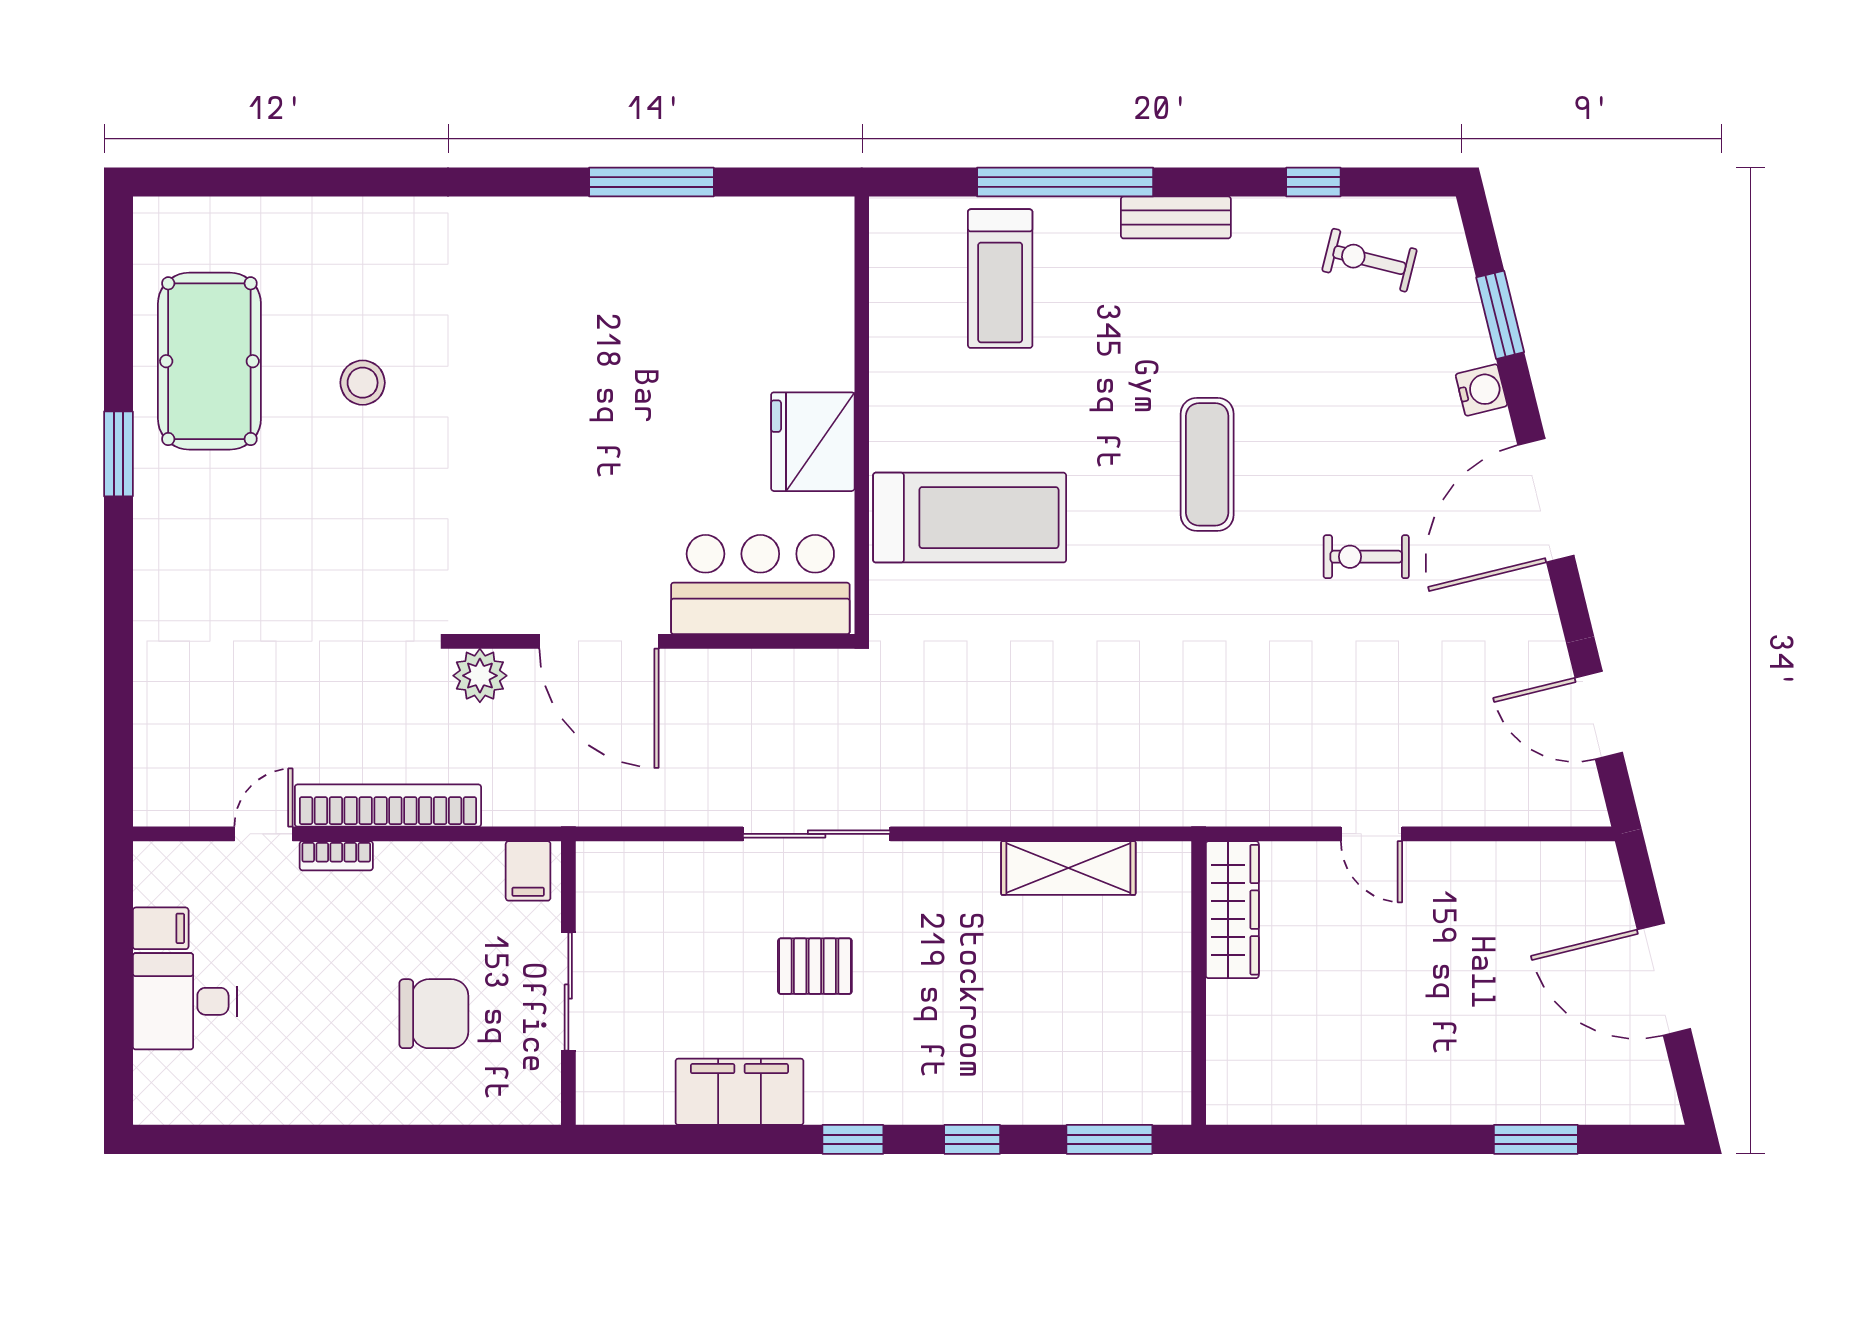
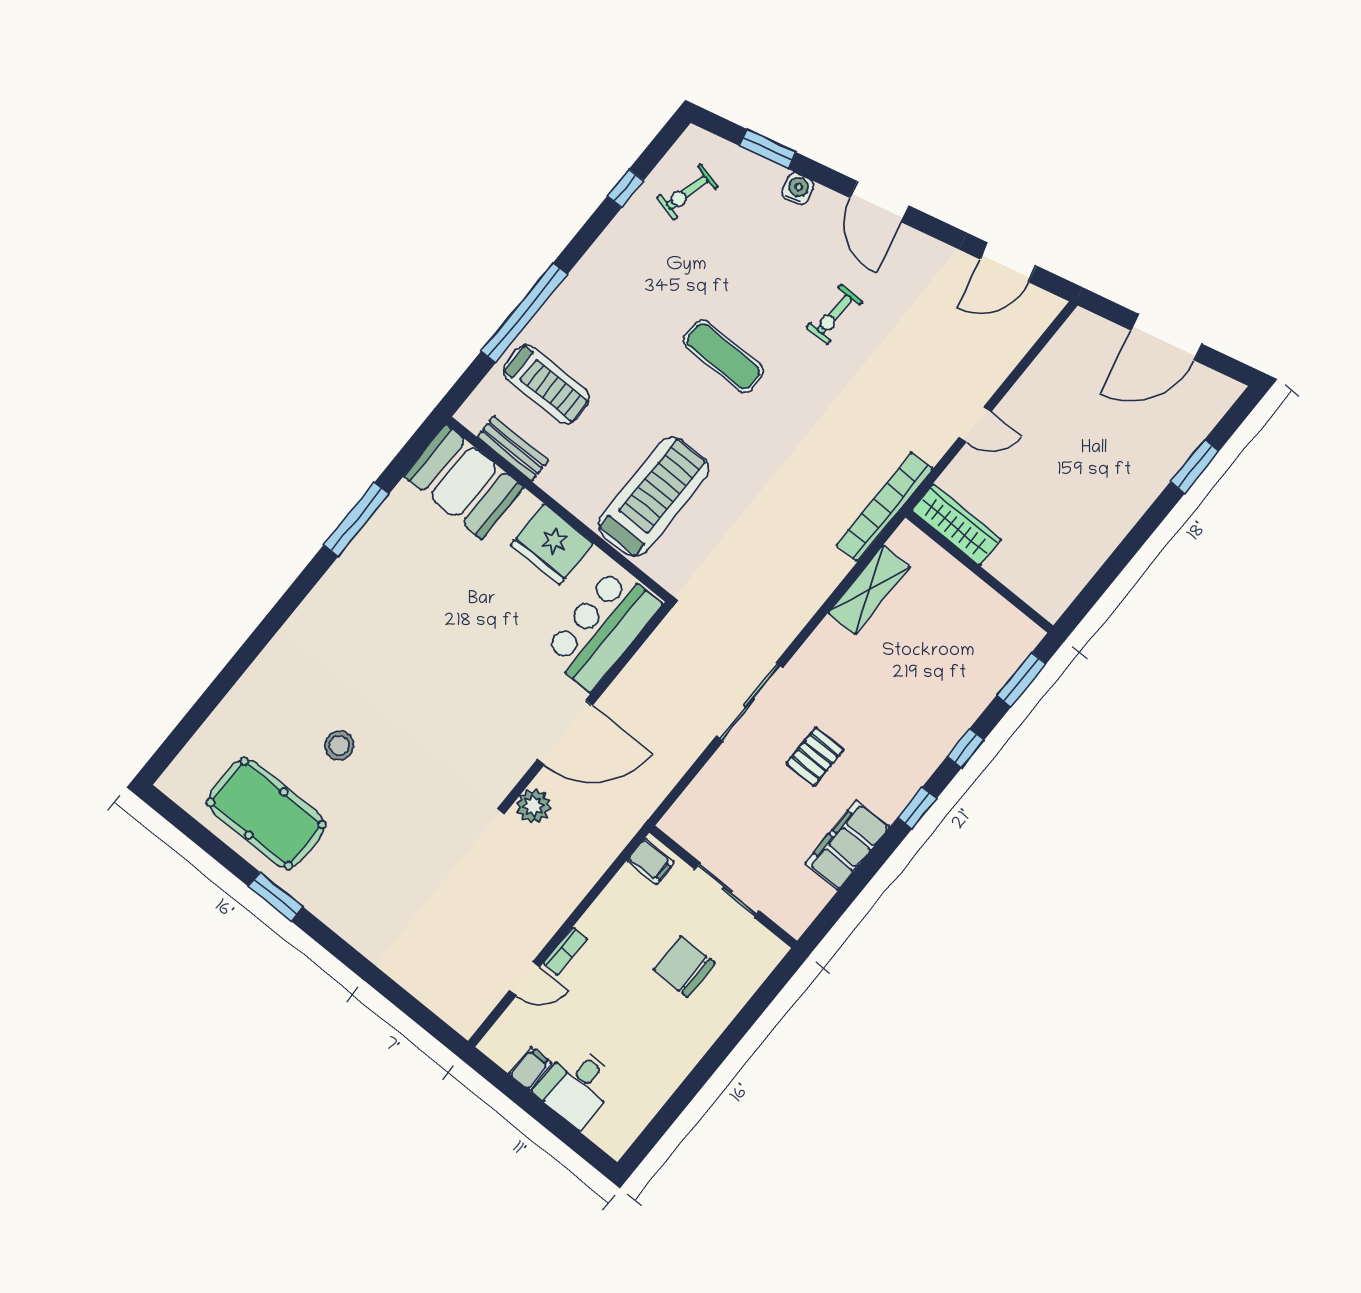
bench: (1176, 217) -> (513, 449), moved, turned 90
booth: (802, 275) -> (464, 482), added
door: (1546, 500) -> (879, 202), width x0.73
bookcase: (388, 806) -> (884, 507), moved
door: (263, 834) -> (525, 979), swing flipped
chair: (434, 1014) -> (684, 966), turned -90

